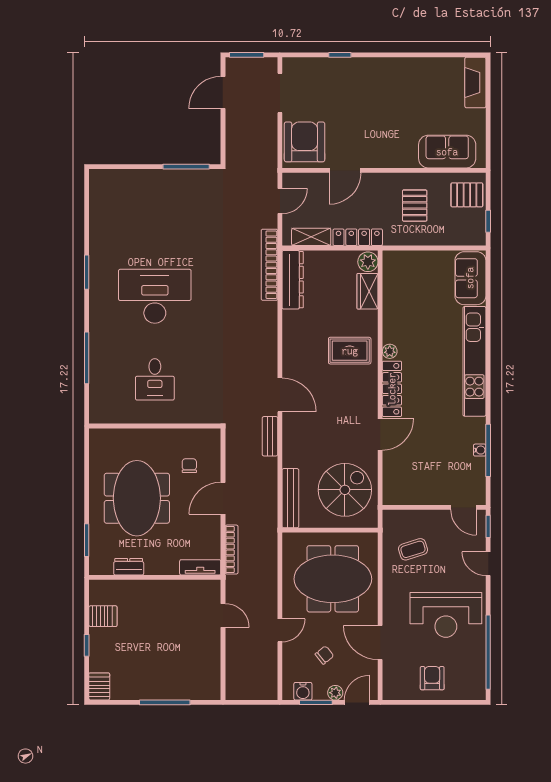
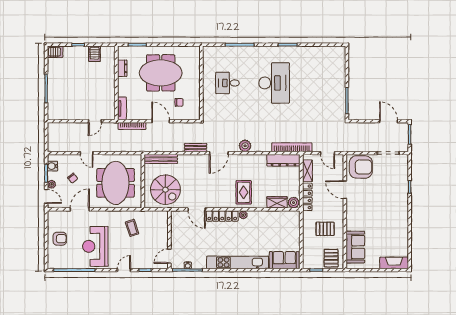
plant: (267, 348) -> (245, 146), added
wall: (434, 507) -> (169, 240), moved
door: (463, 507) -> (169, 256), moved

